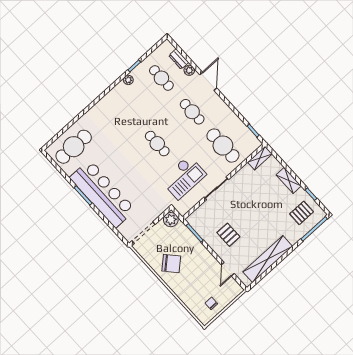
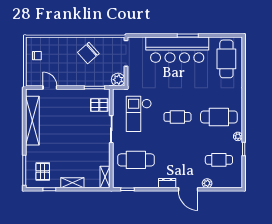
dresser: (179, 59) -> (167, 183), moved
cafe table: (192, 112) -> (219, 117), moved, width x1.37, depth x1.35
pallet: (228, 235) -> (99, 105), moved

